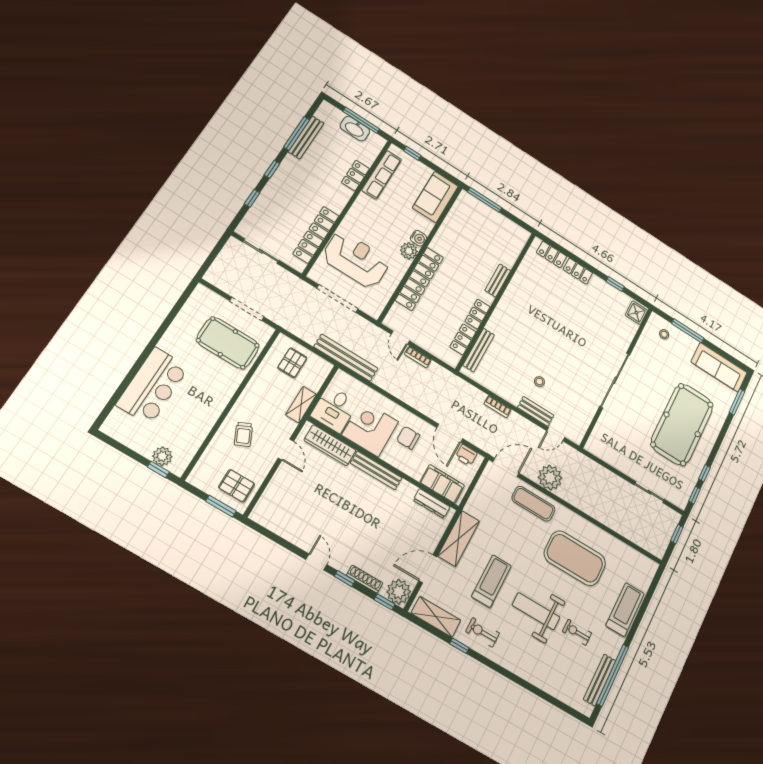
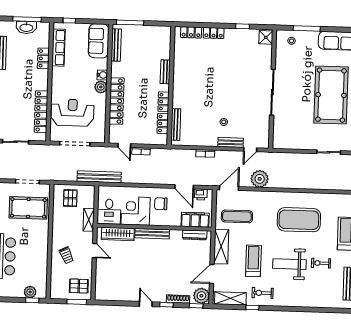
bench: (454, 215) -> (116, 45), added
exercise mat: (533, 504) -> (237, 216), moved

